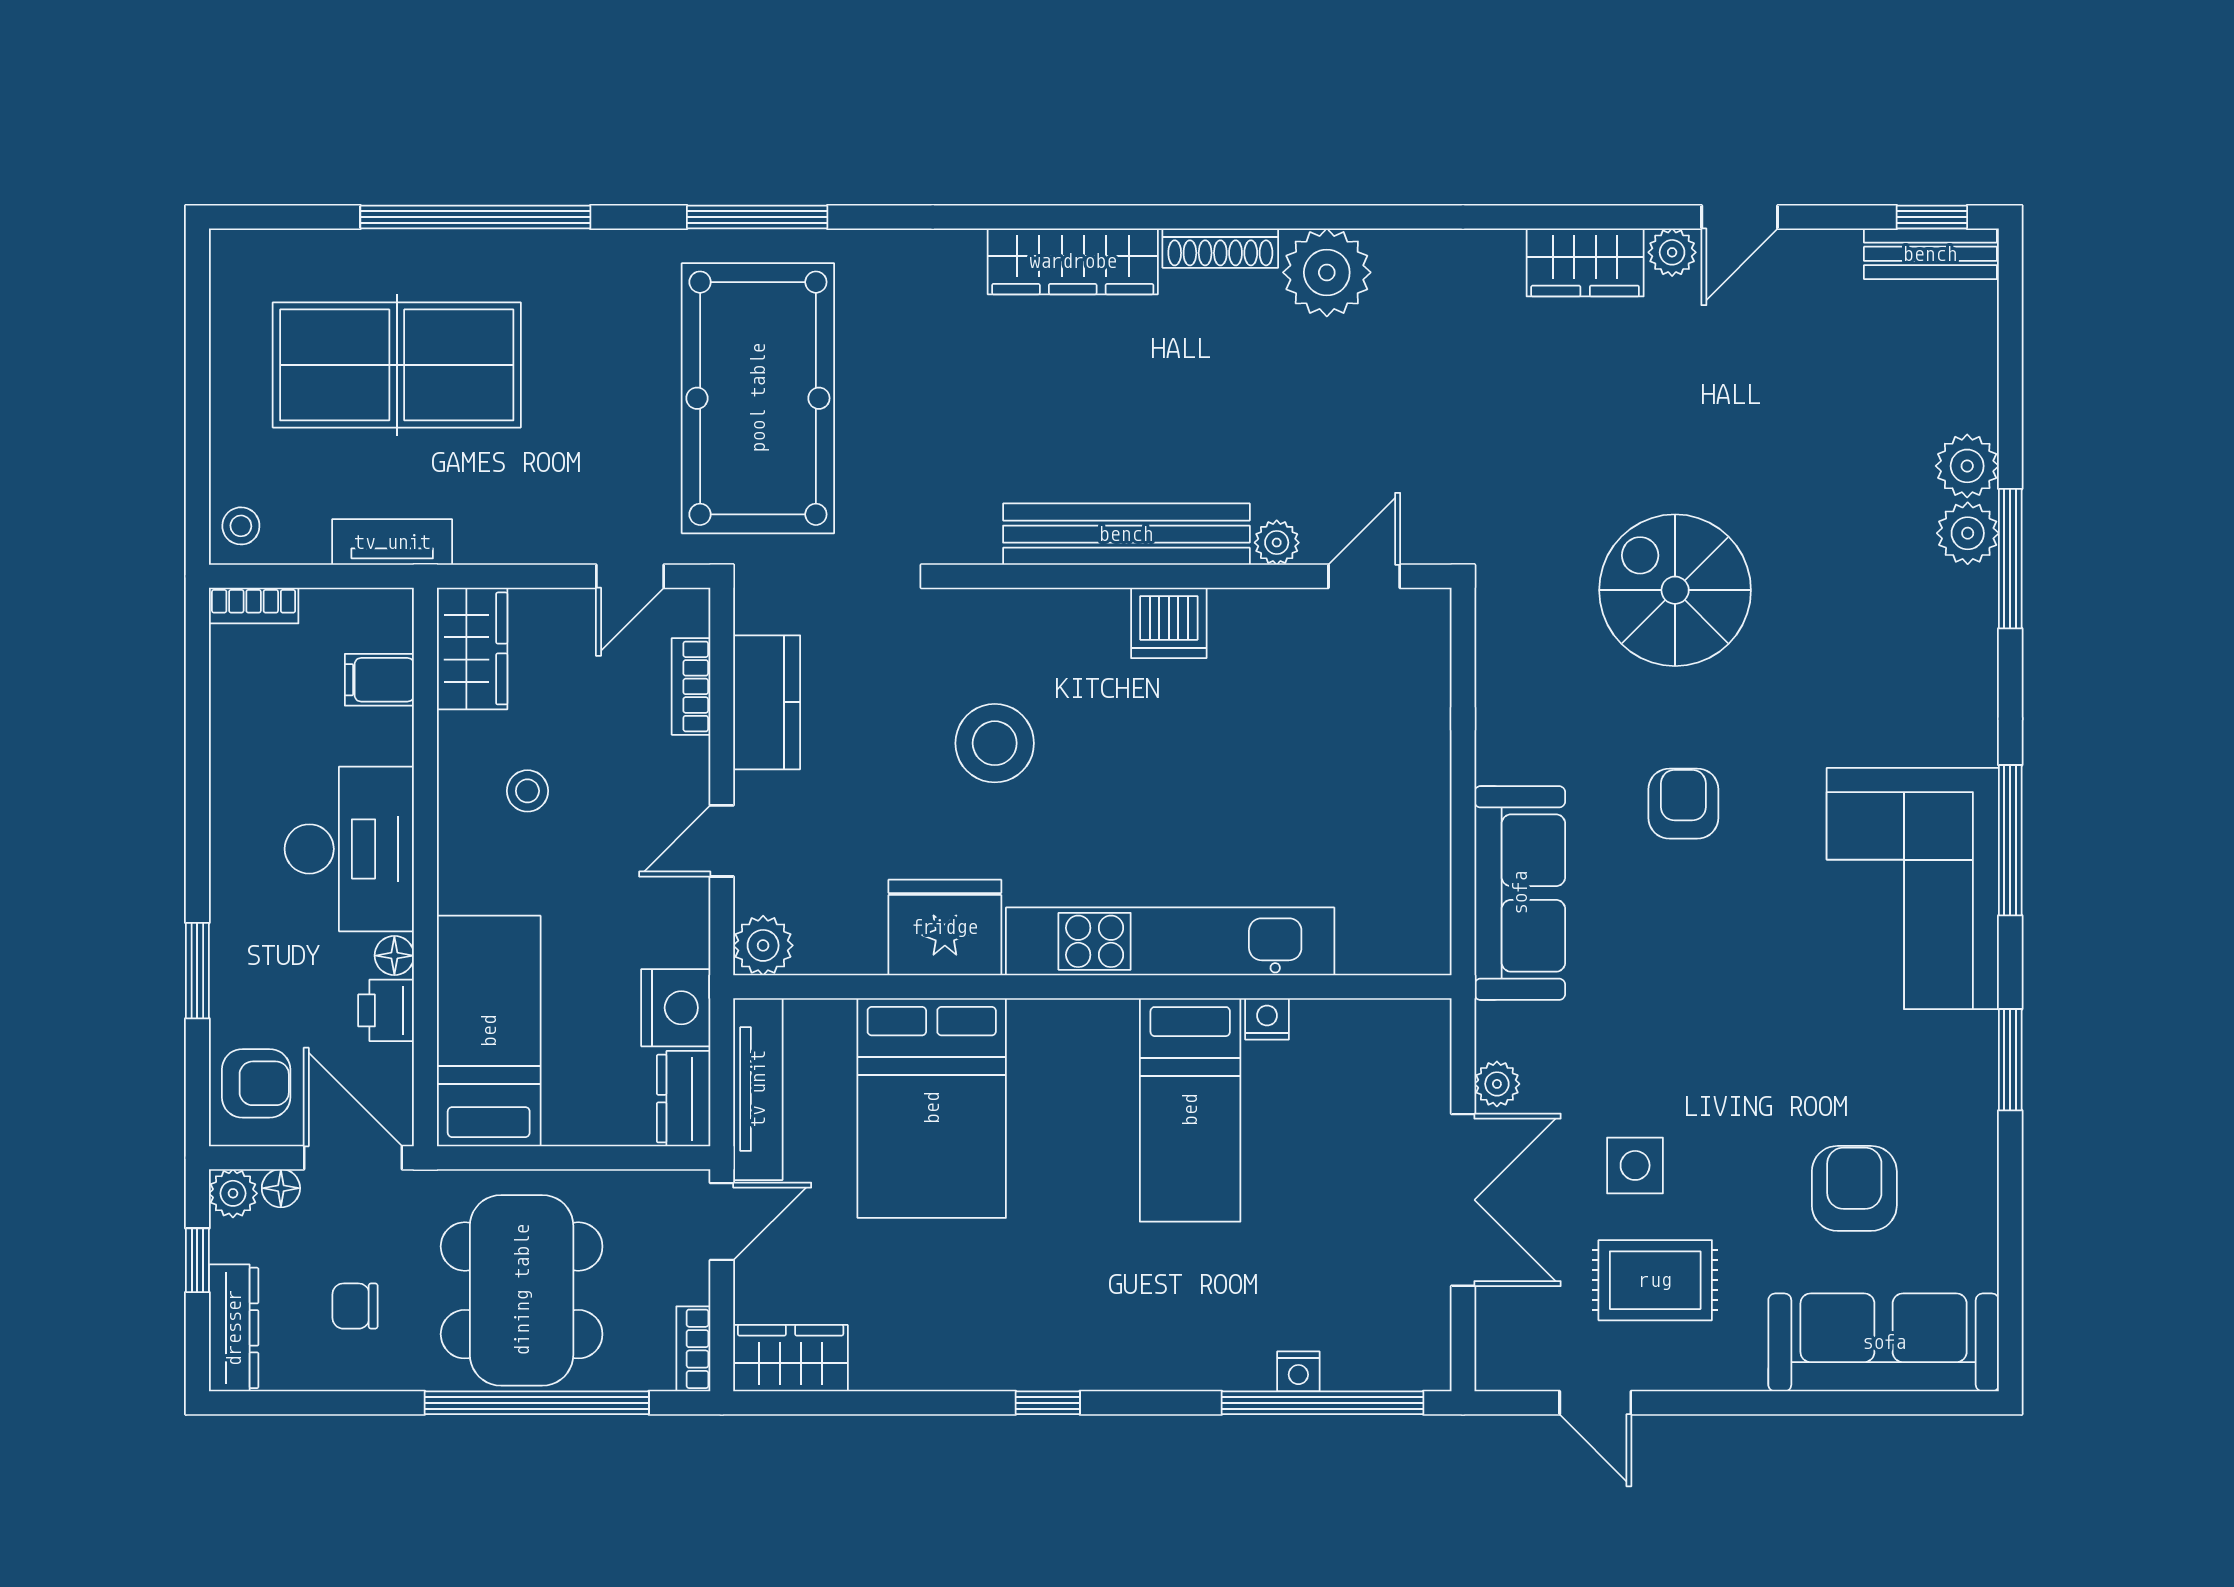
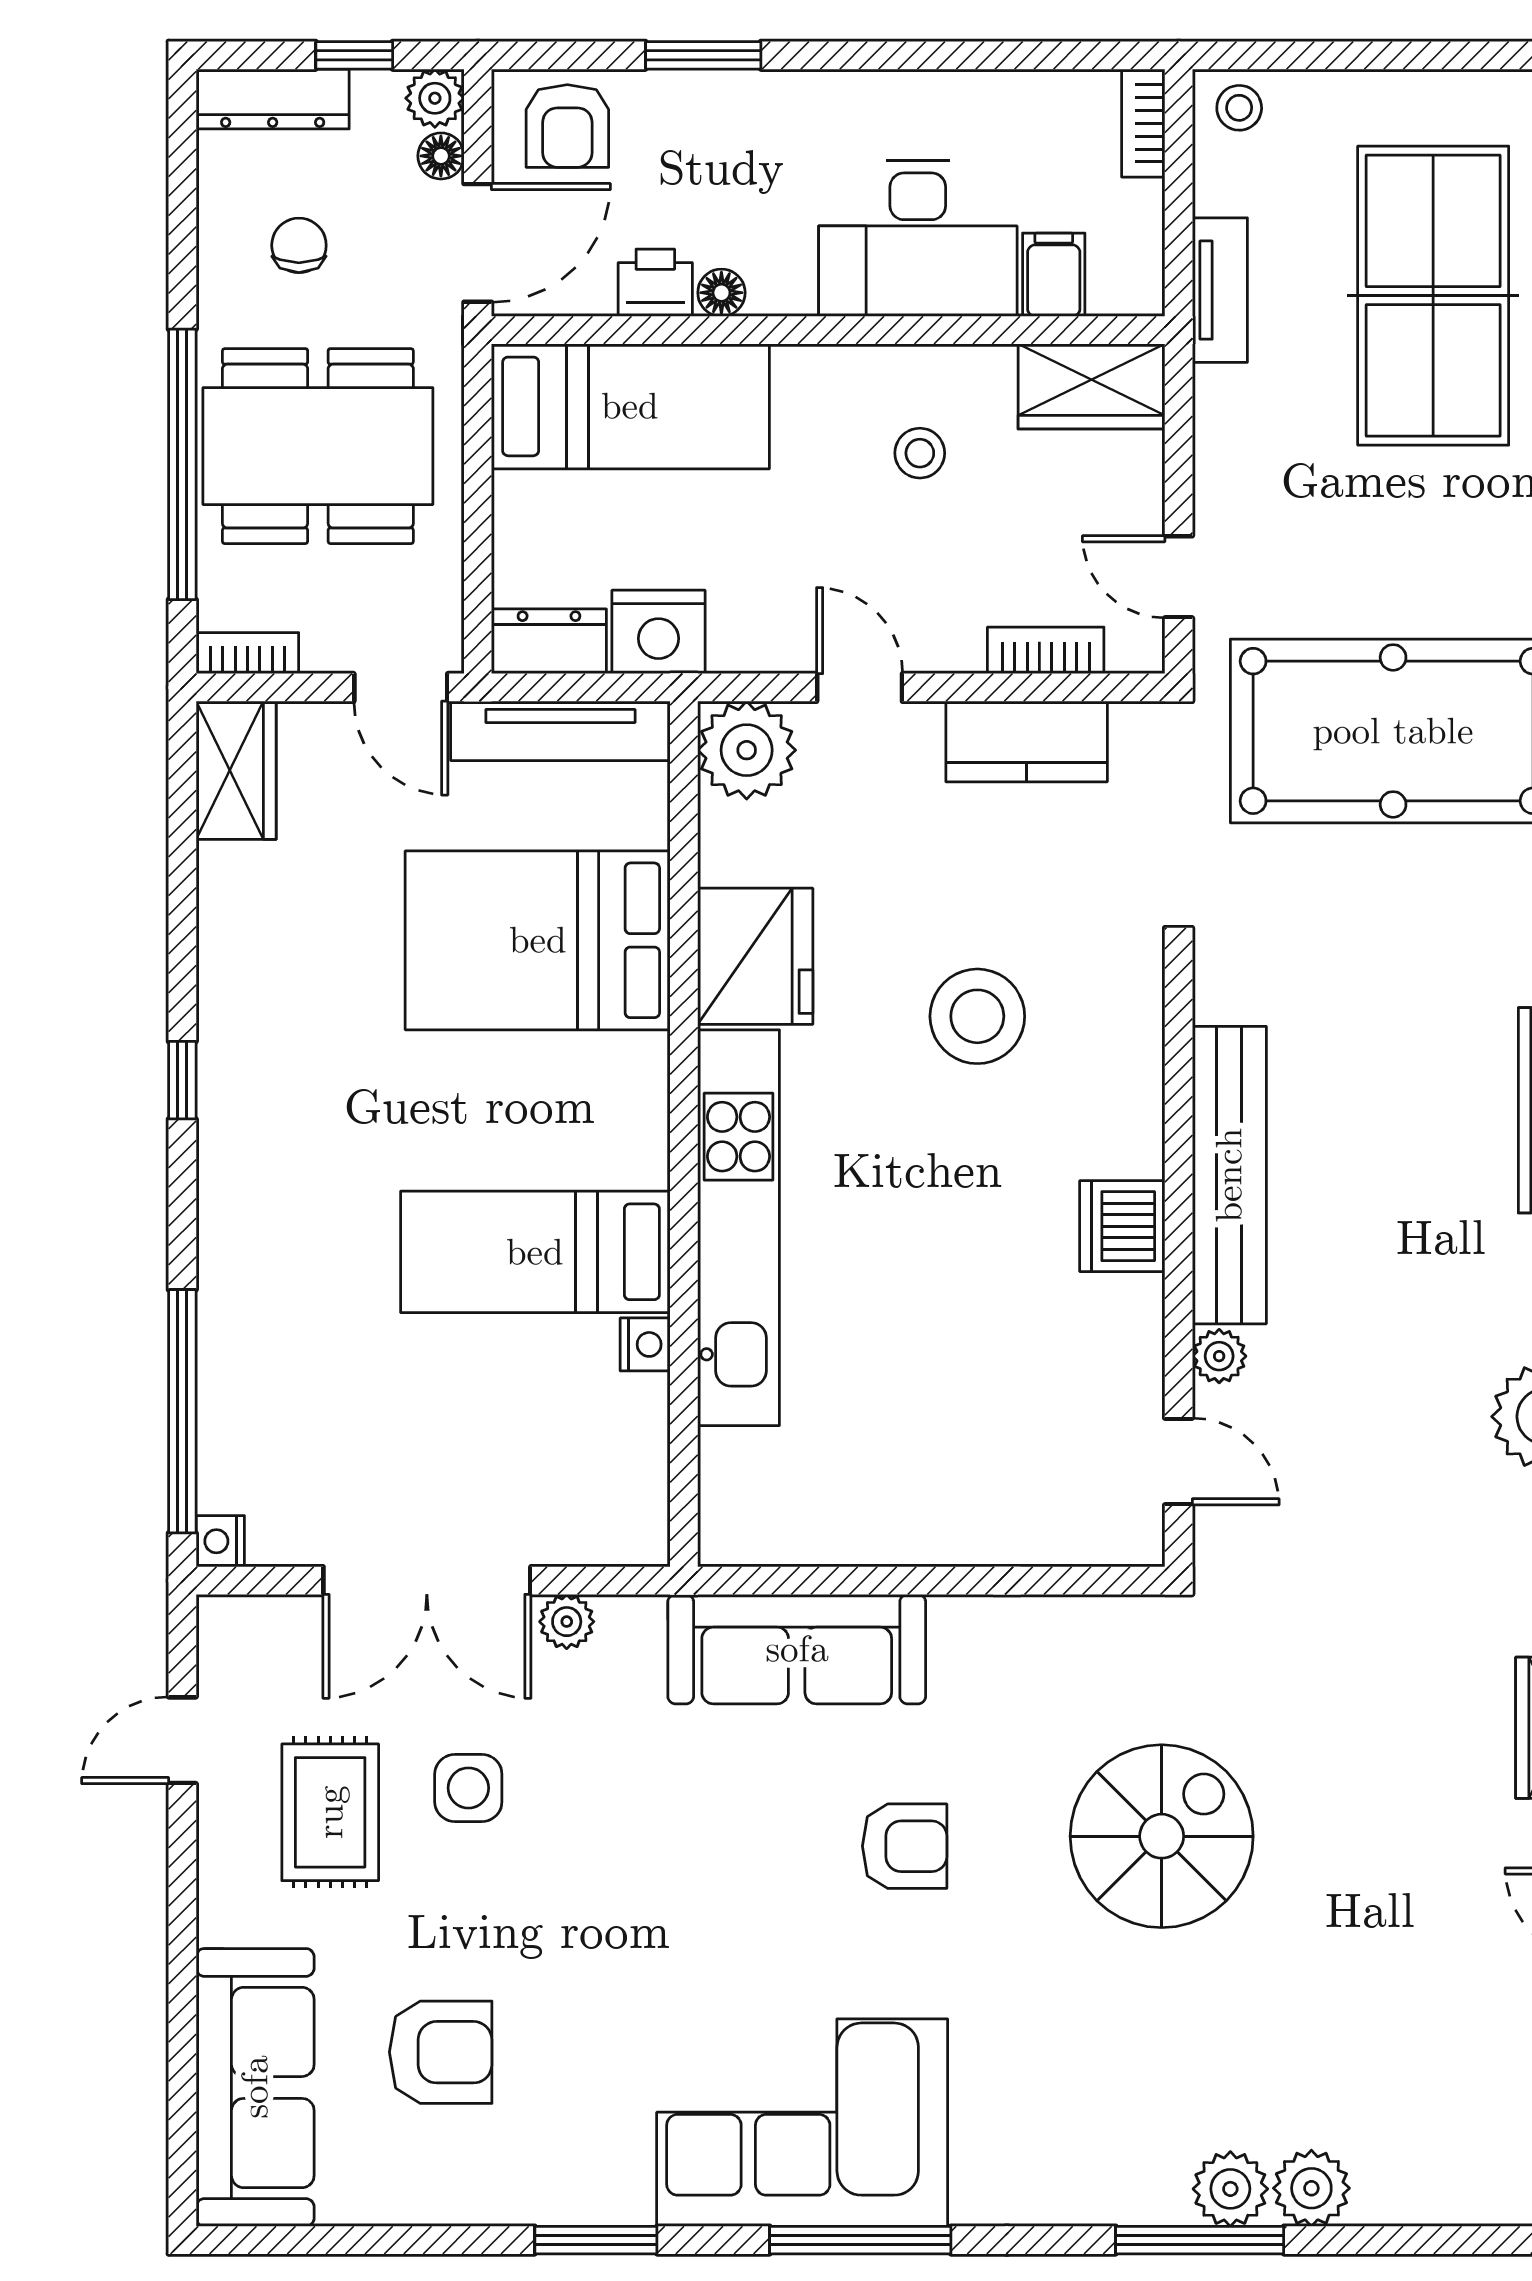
desk: (349, 849) -> (918, 238), moved
plant: (763, 945) -> (747, 750), width x1.36, depth x1.36
nightstand: (1298, 1371) -> (220, 1541), moved

